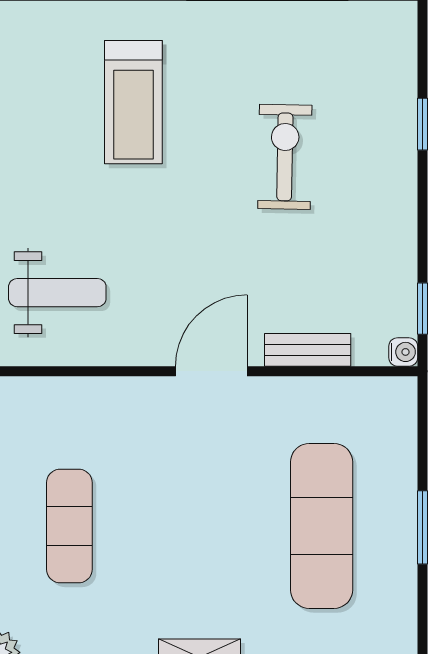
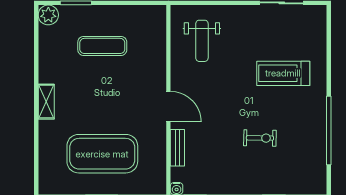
exercise bike: (285, 157) -> (260, 138), width x0.73, depth x0.72
exercise mat: (322, 526) -> (102, 154), width x1.47

